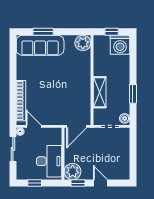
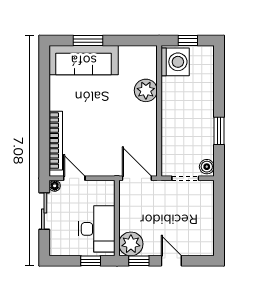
plant: (83, 43) -> (146, 90), moved
washing machine: (120, 45) -> (175, 62), moved, turned -90
shelving: (100, 92) -> (170, 129), removed
door: (77, 126) -> (137, 178), swing flipped
window: (35, 183) -> (91, 261), moved

